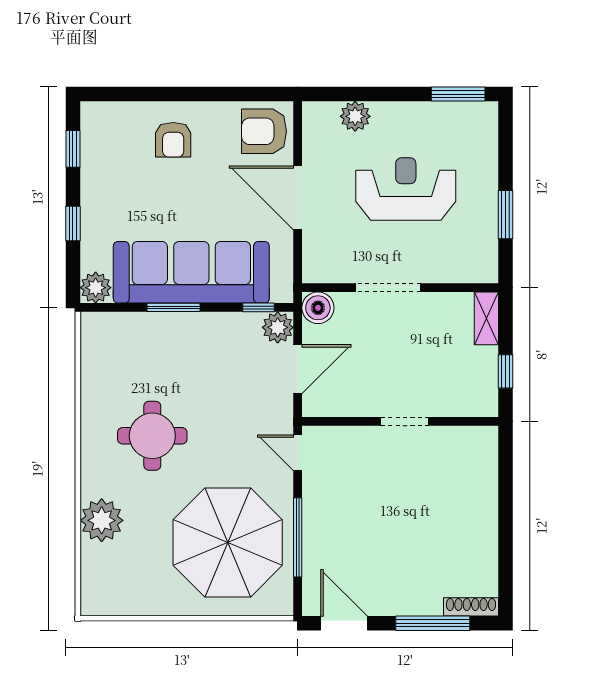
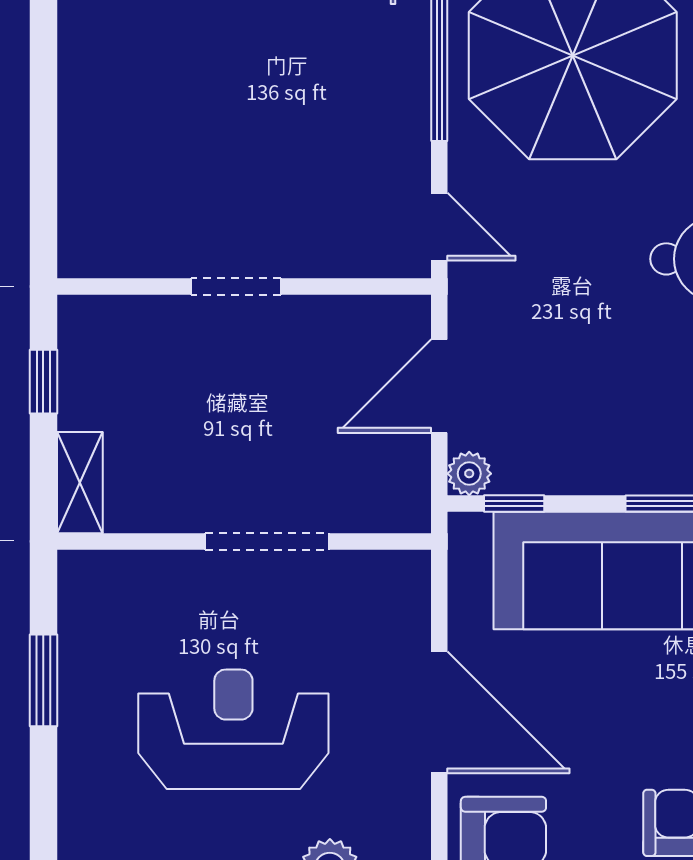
reception desk: (406, 189) -> (233, 729), turned 180
boiler: (318, 308) -> (401, 503), removed
plant: (278, 327) -> (469, 474), width x0.73, depth x0.73

